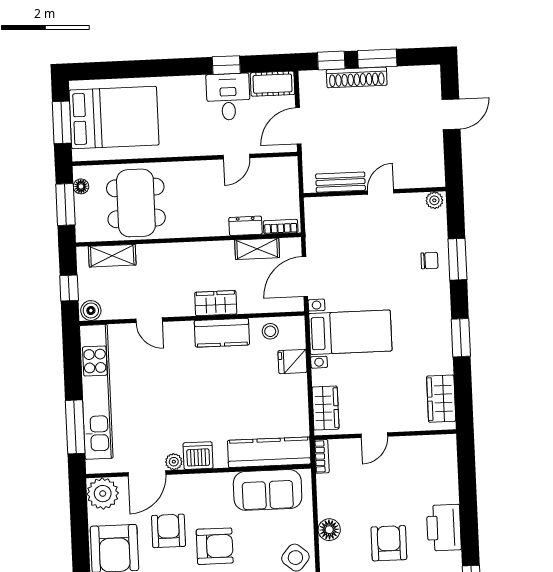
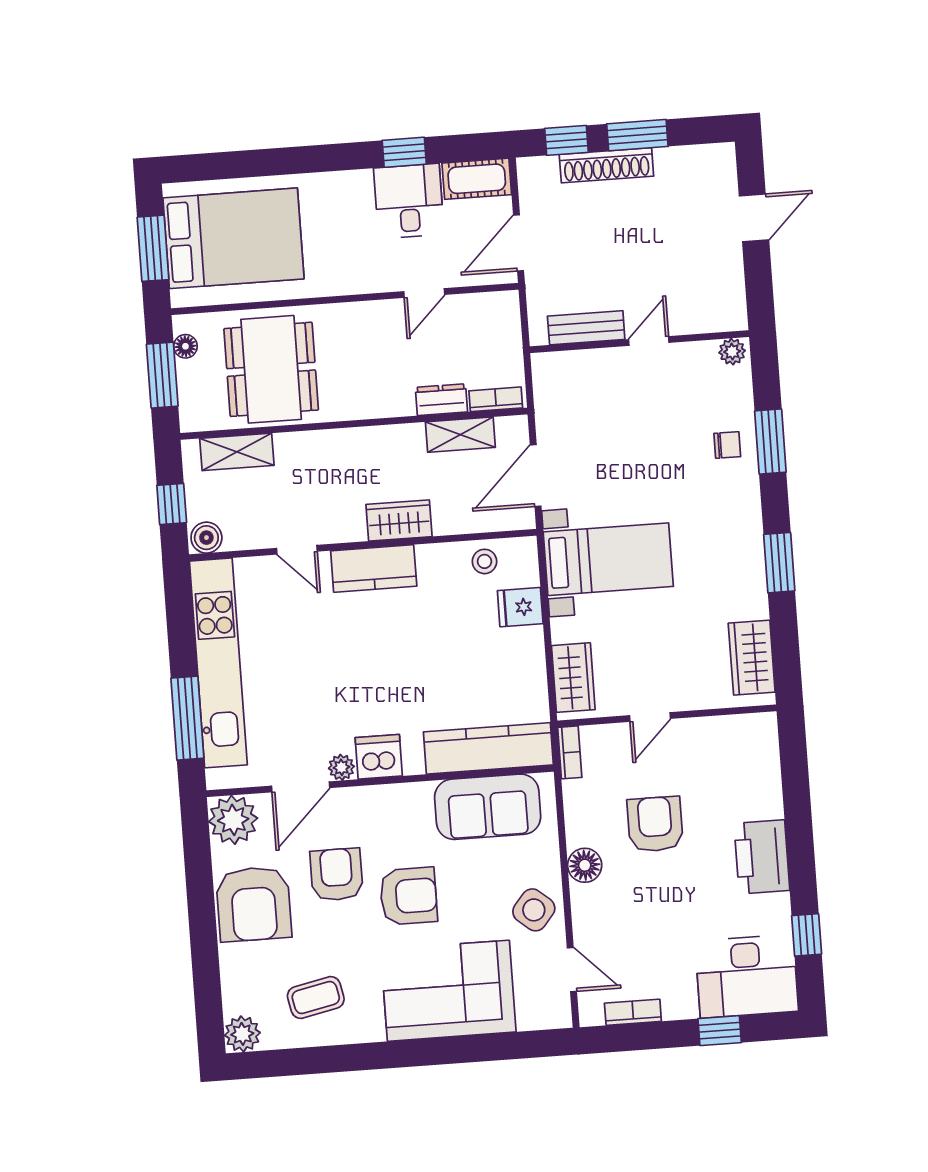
kitchen counter: (222, 333) -> (374, 568), moved
armchair: (389, 543) -> (655, 824), moved

